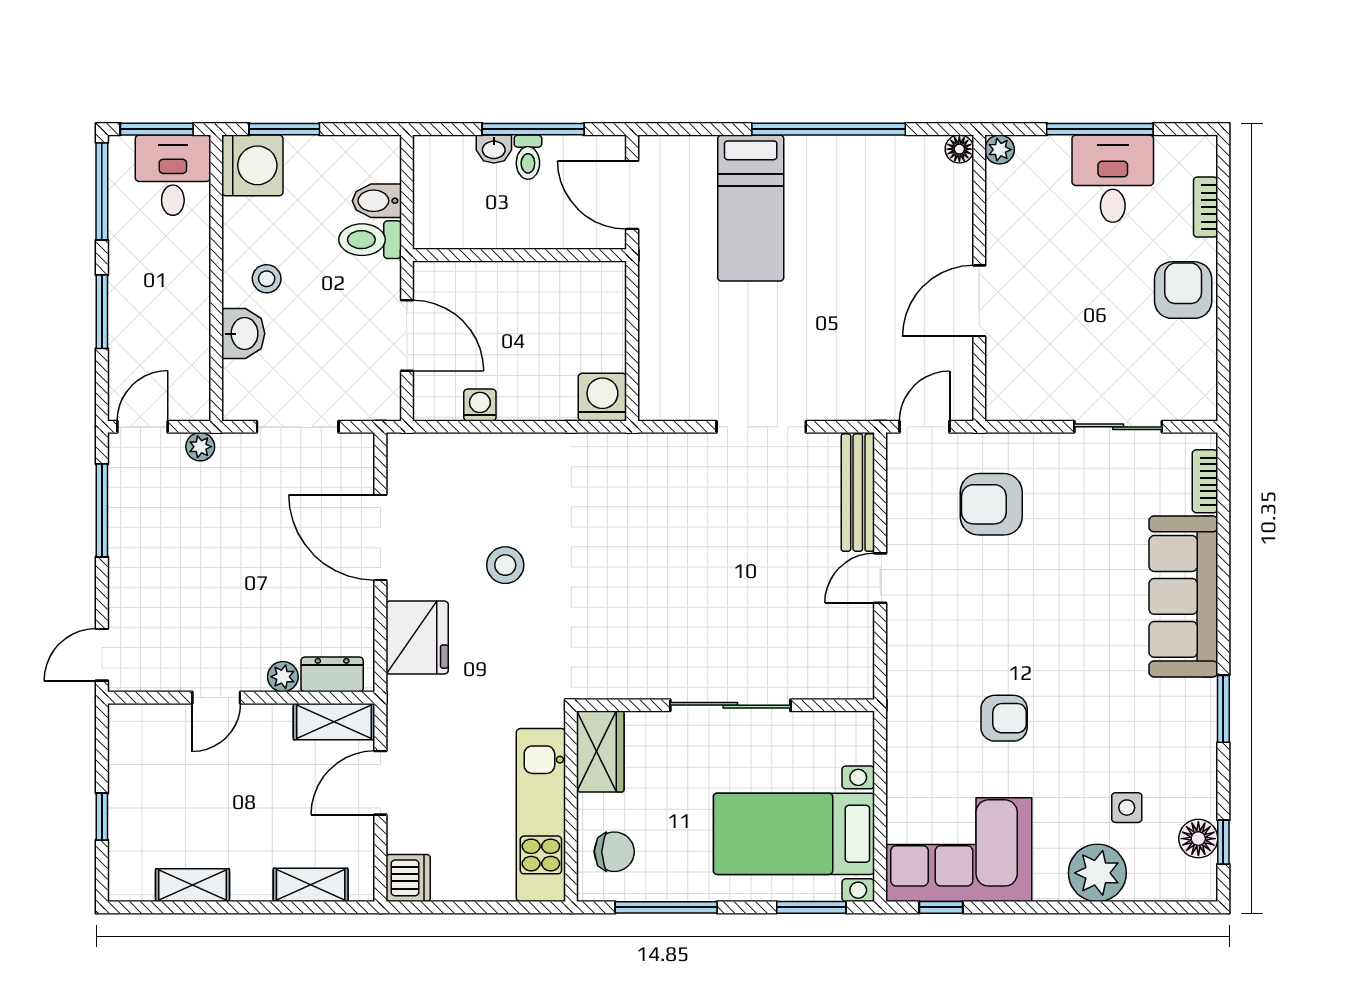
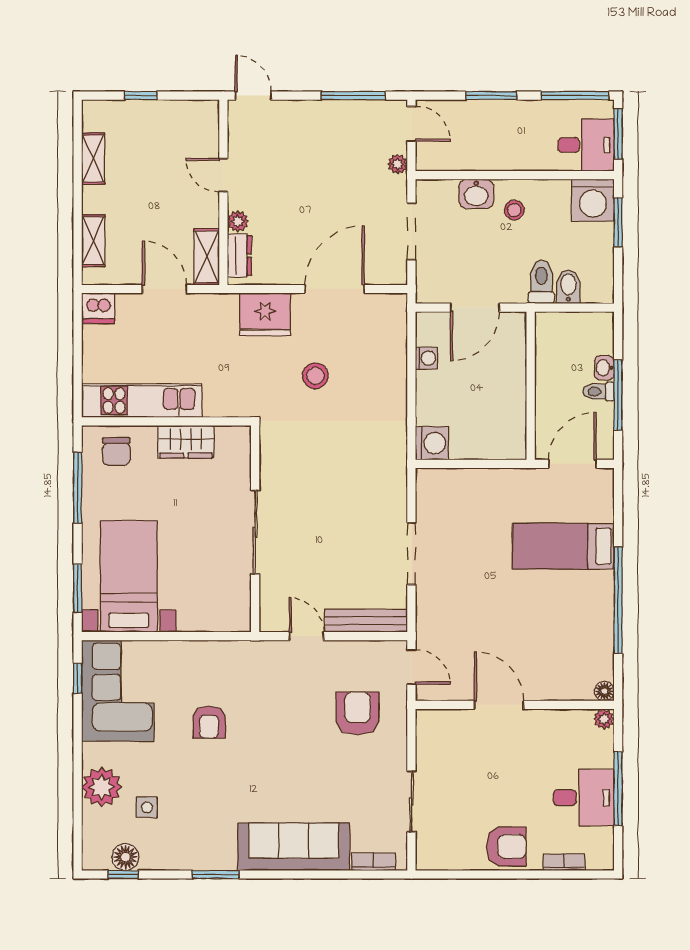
wall: (726, 705) -> (255, 529), moved
sliding door: (730, 705) -> (255, 532), moved

